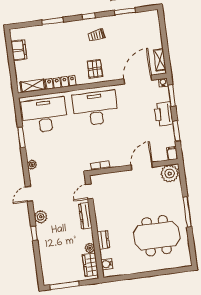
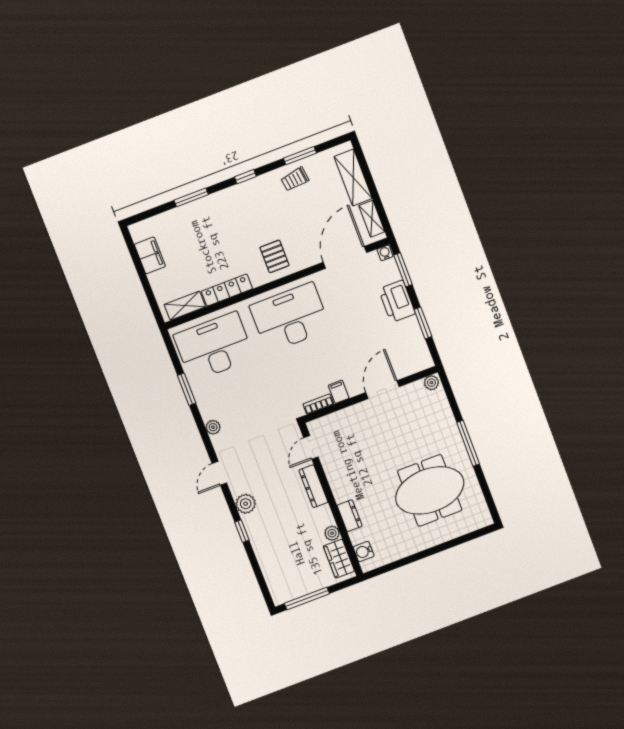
shelving: (154, 32) -> (353, 178), added
trolley: (96, 35) -> (295, 179), moved
filing cabinet: (172, 153) -> (339, 392), moved
plant: (170, 174) -> (431, 383), width x0.53, depth x0.53

